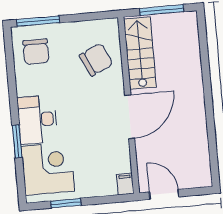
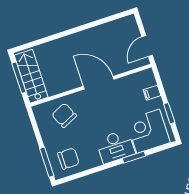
stairs: (140, 53) -> (31, 76), moved, turned 90
filing cabinet: (125, 184) -> (152, 93), moved

